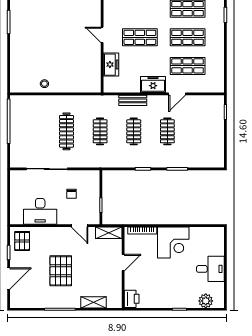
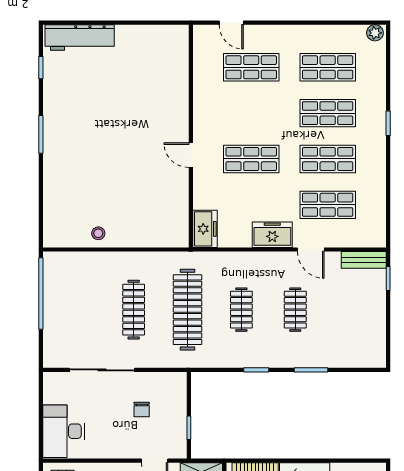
freezer: (111, 65) -> (205, 229), moved
door: (177, 94) -> (311, 249), hinge flipped
bench: (133, 100) -> (364, 260), moved
clothes rail: (100, 131) -> (188, 310), width x1.86, depth x1.31
desk: (40, 211) -> (64, 431), moved, turned 90

